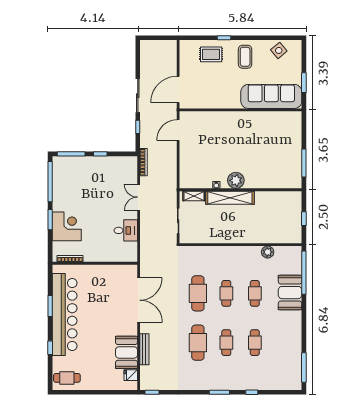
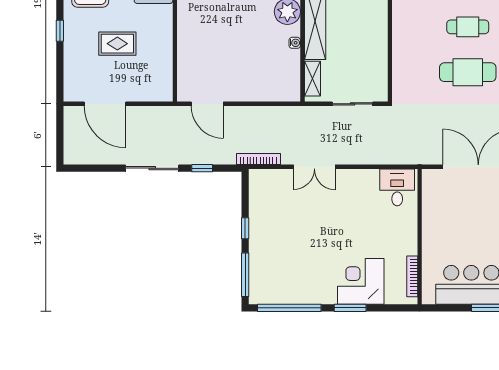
rug: (211, 54) -> (117, 44), moved, turned 90
door: (178, 90) -> (105, 104), moved
desk: (126, 230) -> (397, 187), moved

